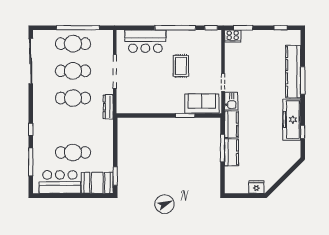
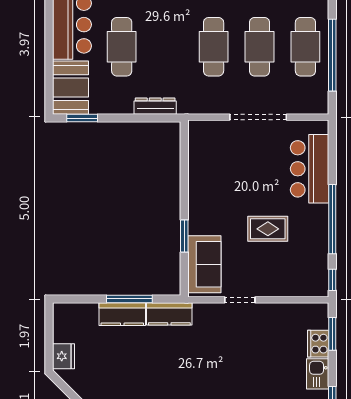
cooker: (233, 36) -> (318, 344), moved
kitchen sink: (231, 101) -> (318, 374), moved, turned 90
dresser: (108, 107) -> (155, 106), moved

